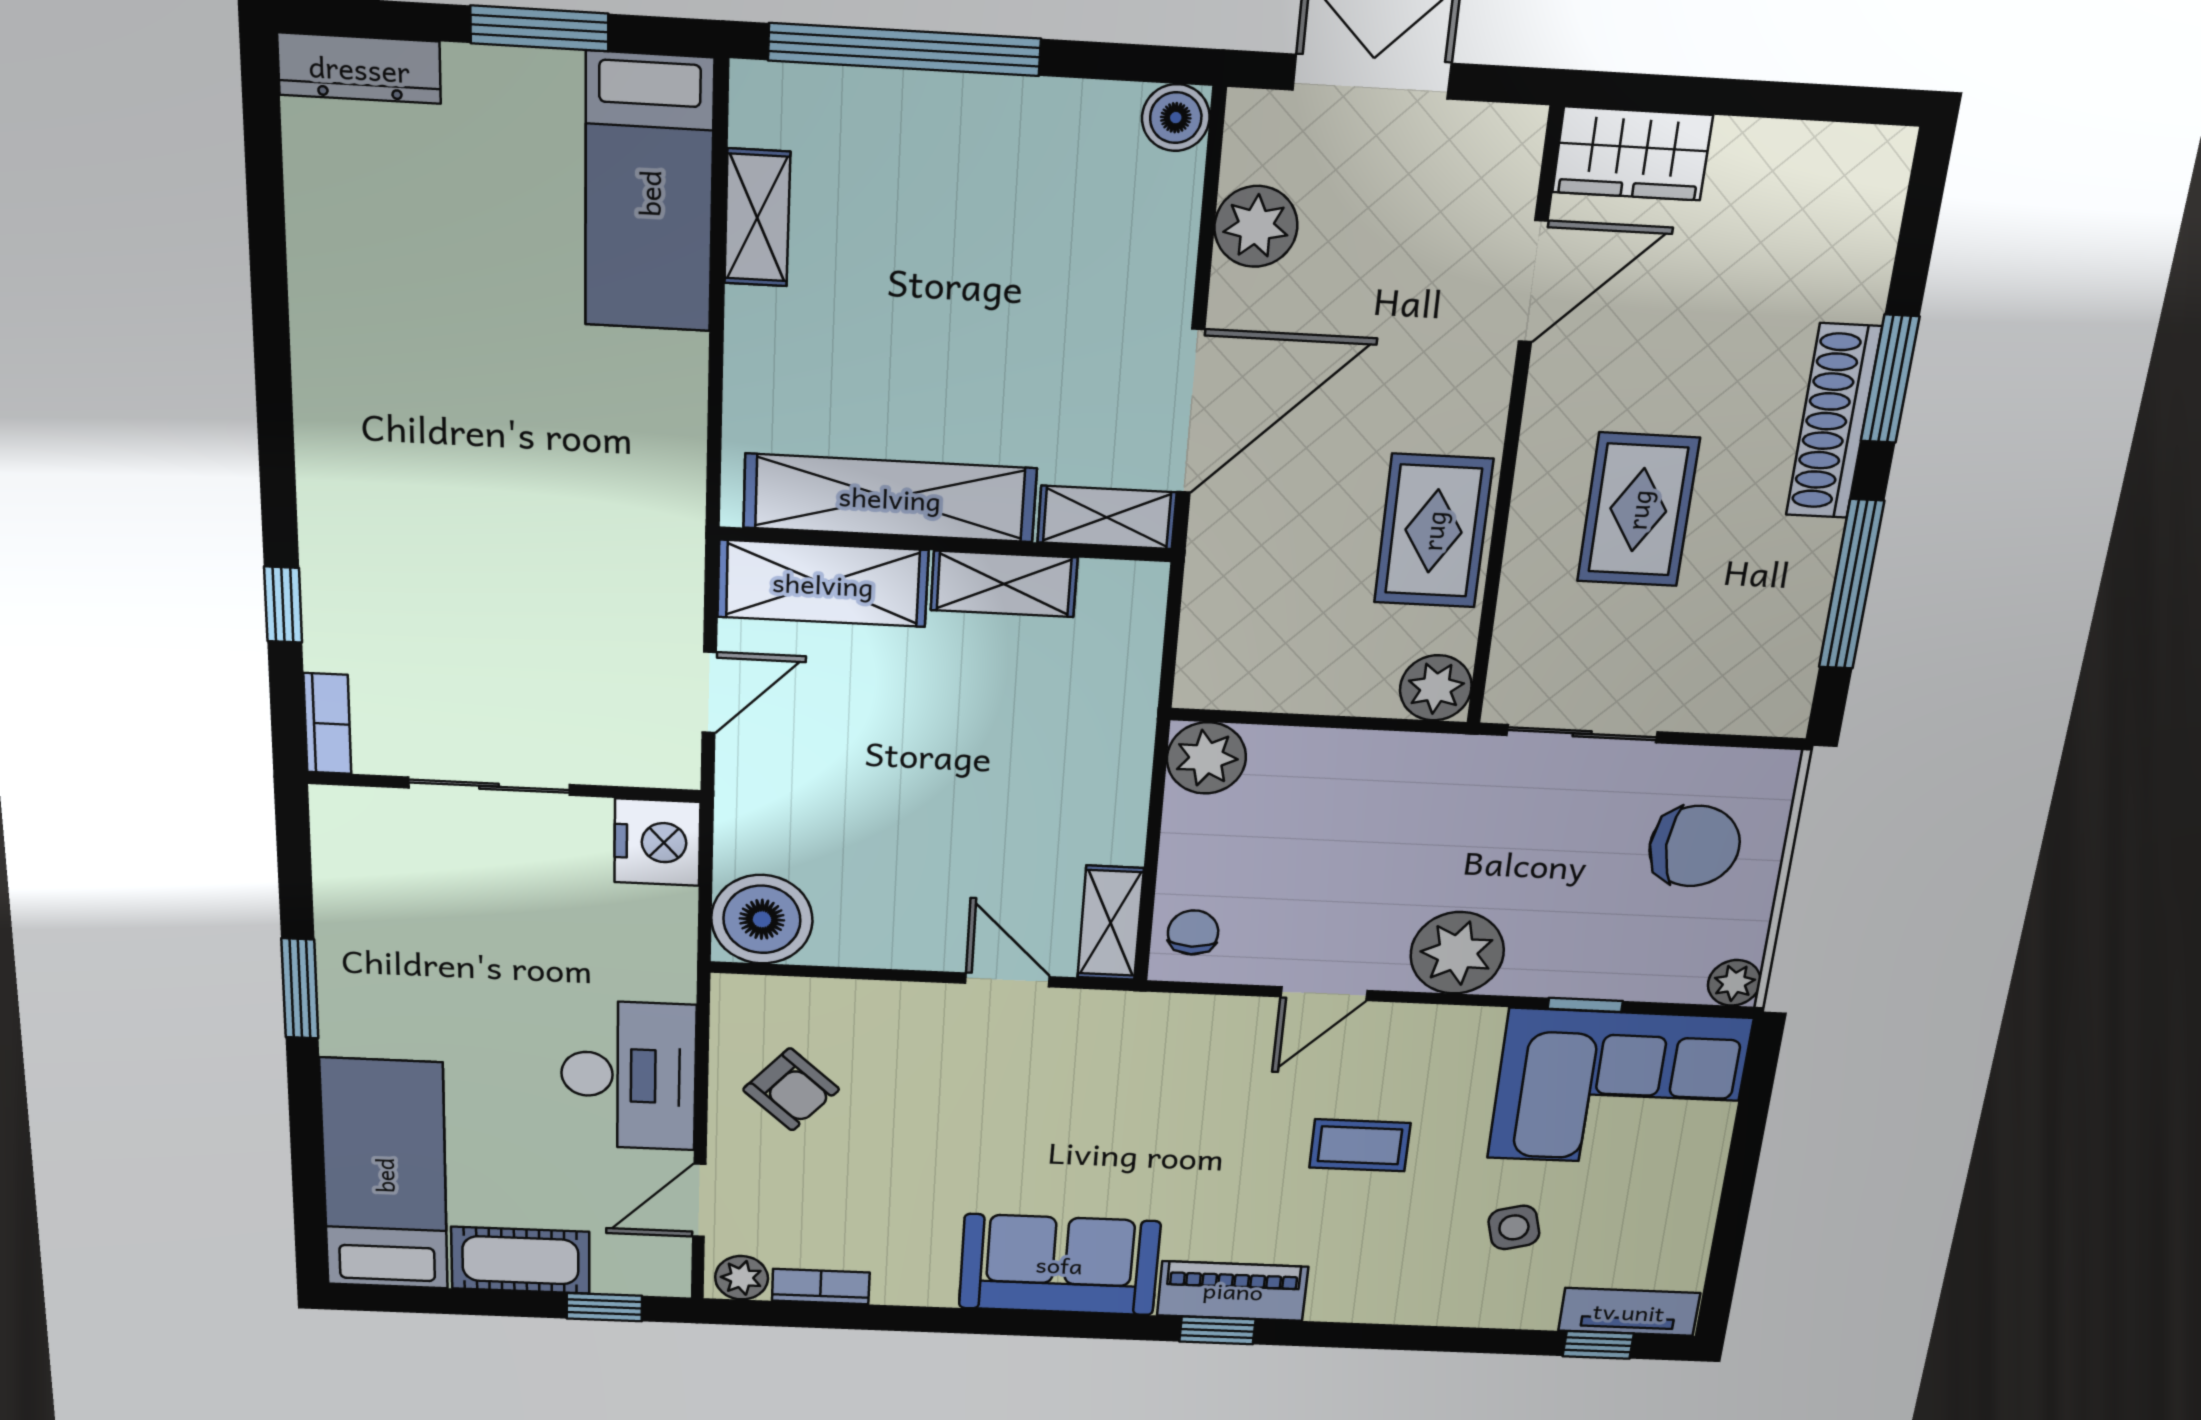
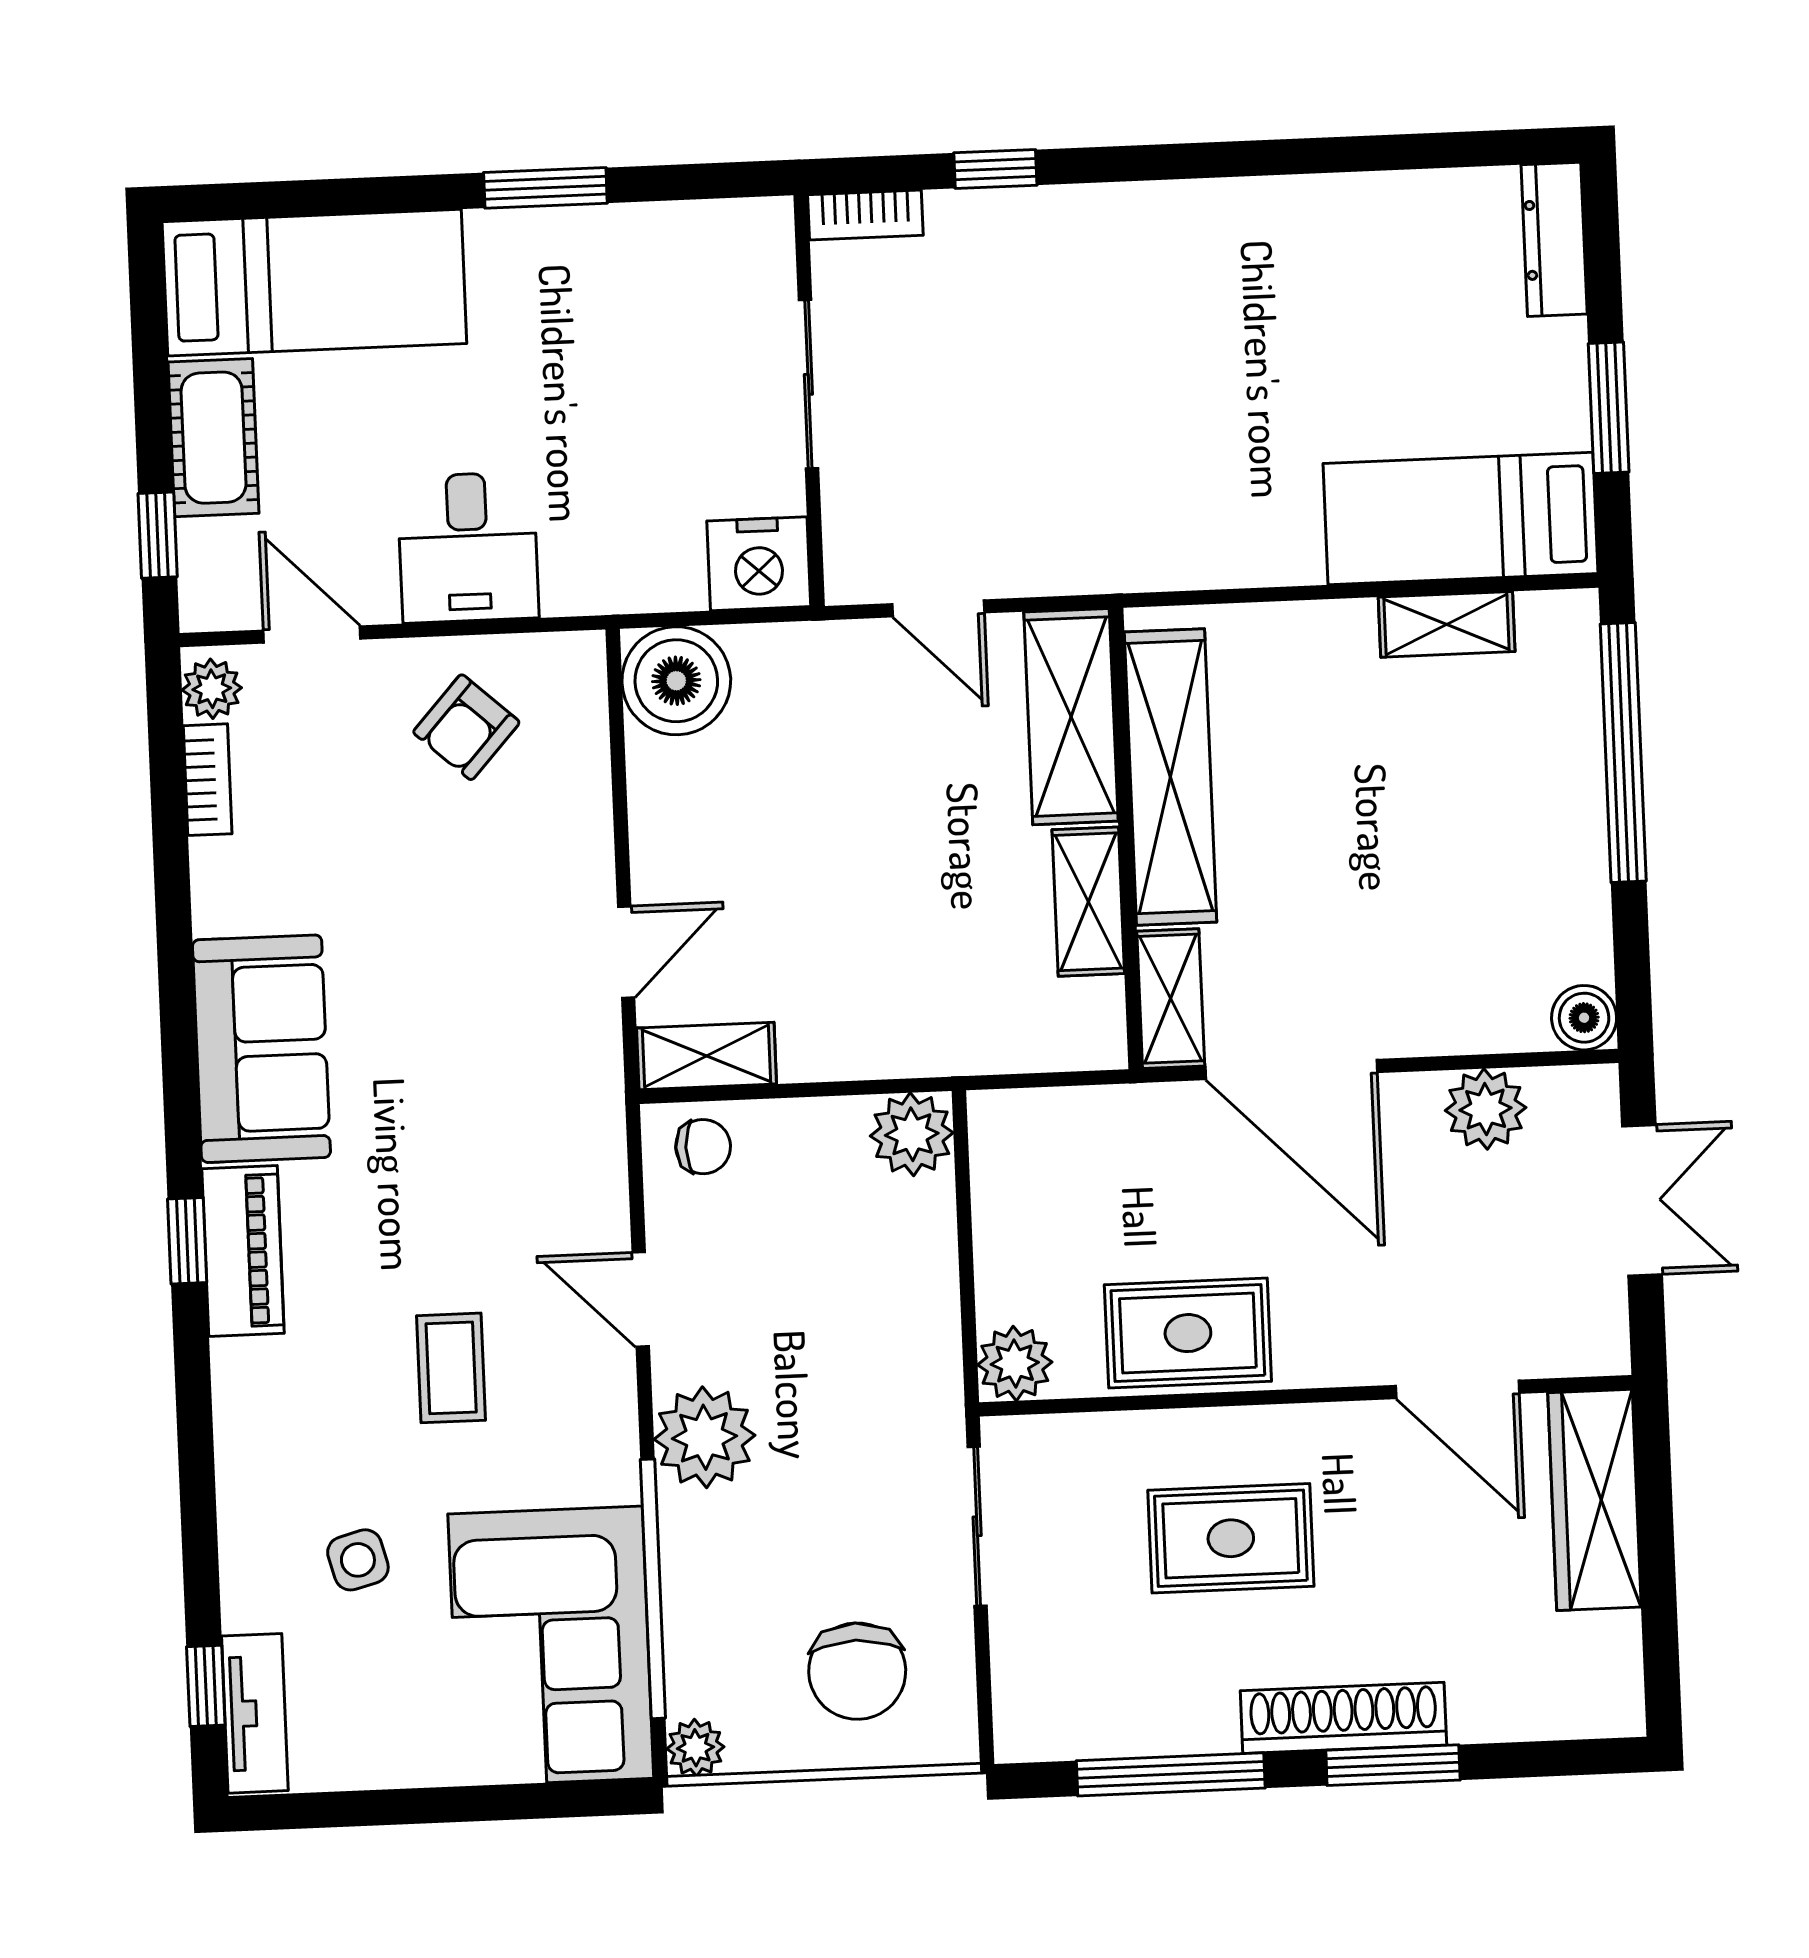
wardrobe: (1632, 154) -> (1595, 1500), width x1.50
window: (1585, 1005) -> (653, 1589), width x3.17
desk: (628, 1075) -> (468, 547), width x0.73

